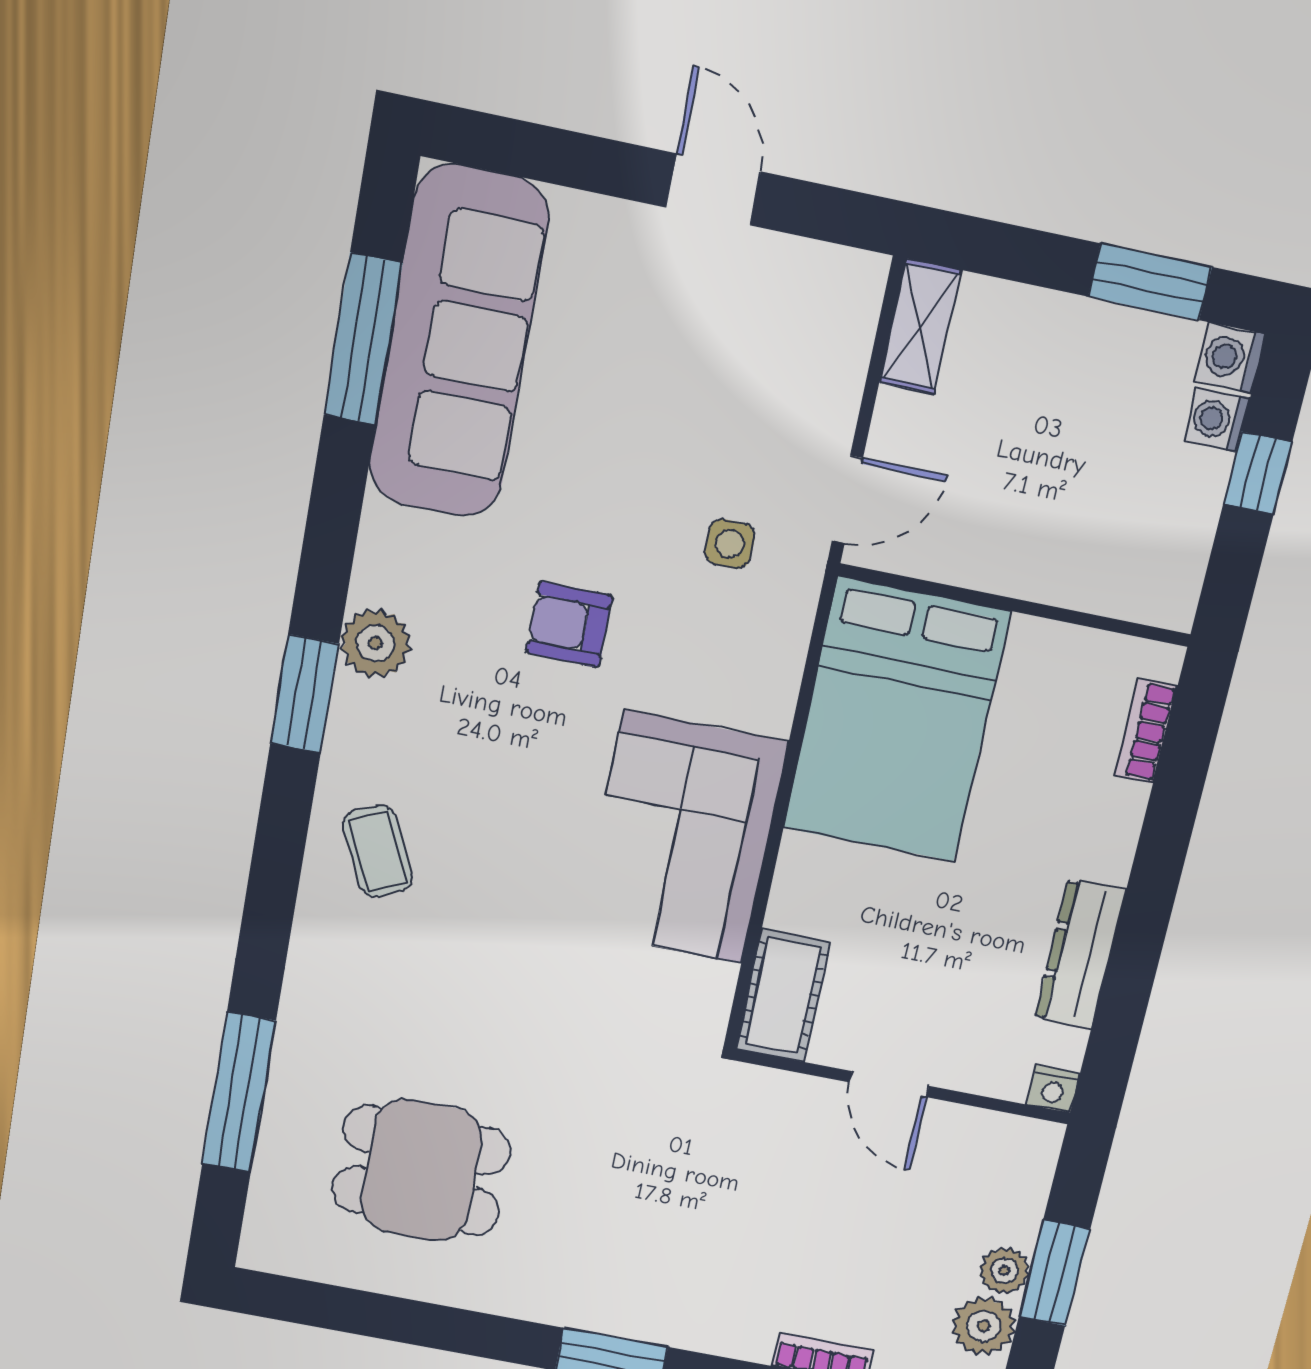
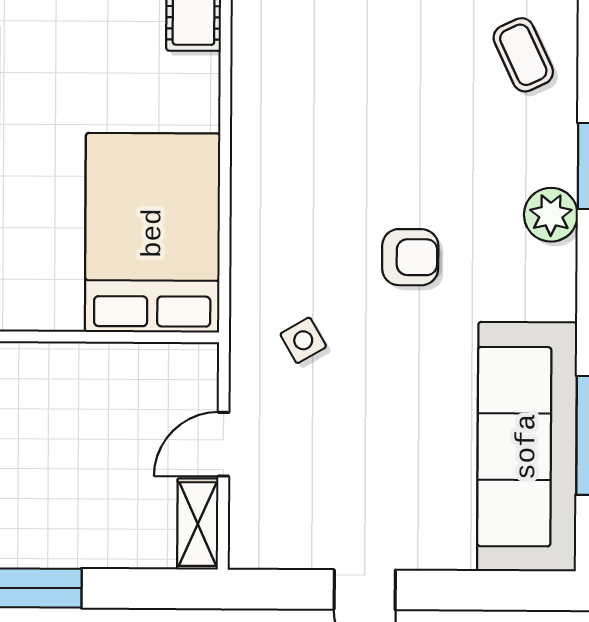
door: (847, 500) -> (223, 444), moved
side table: (730, 544) -> (303, 340), turned -30
corner sofa: (683, 838) -> (294, 111), removed

